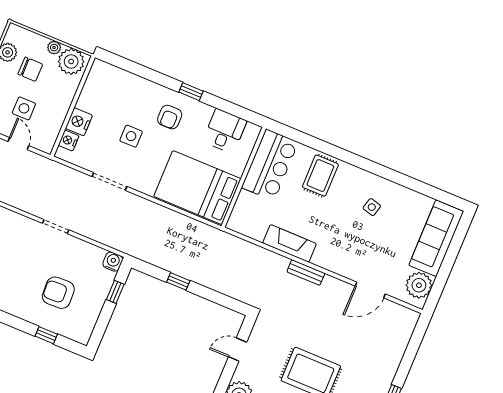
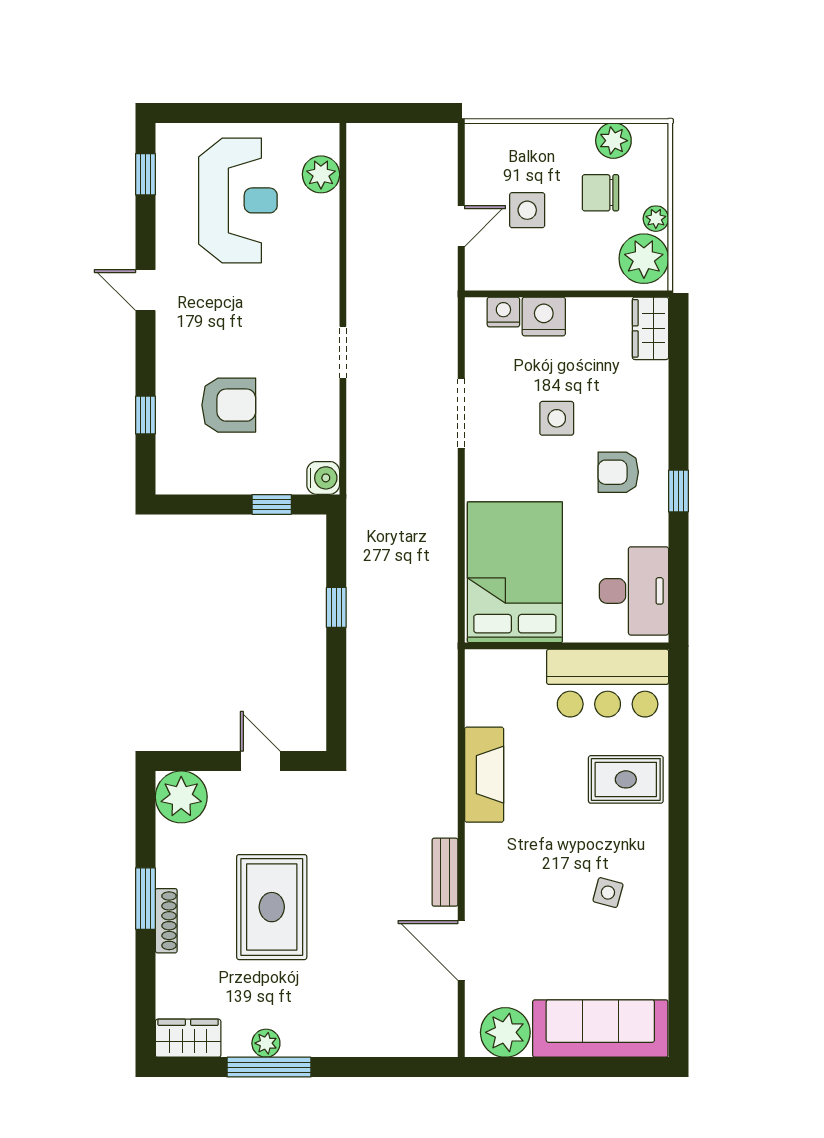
chair: (30, 69) -> (601, 193), turned 90
wardrobe: (106, 72) -> (650, 328), added
desk: (225, 131) -> (634, 591), width x1.37
bench: (306, 273) -> (445, 872), moved
armchair: (58, 293) -> (229, 405), turned 92

